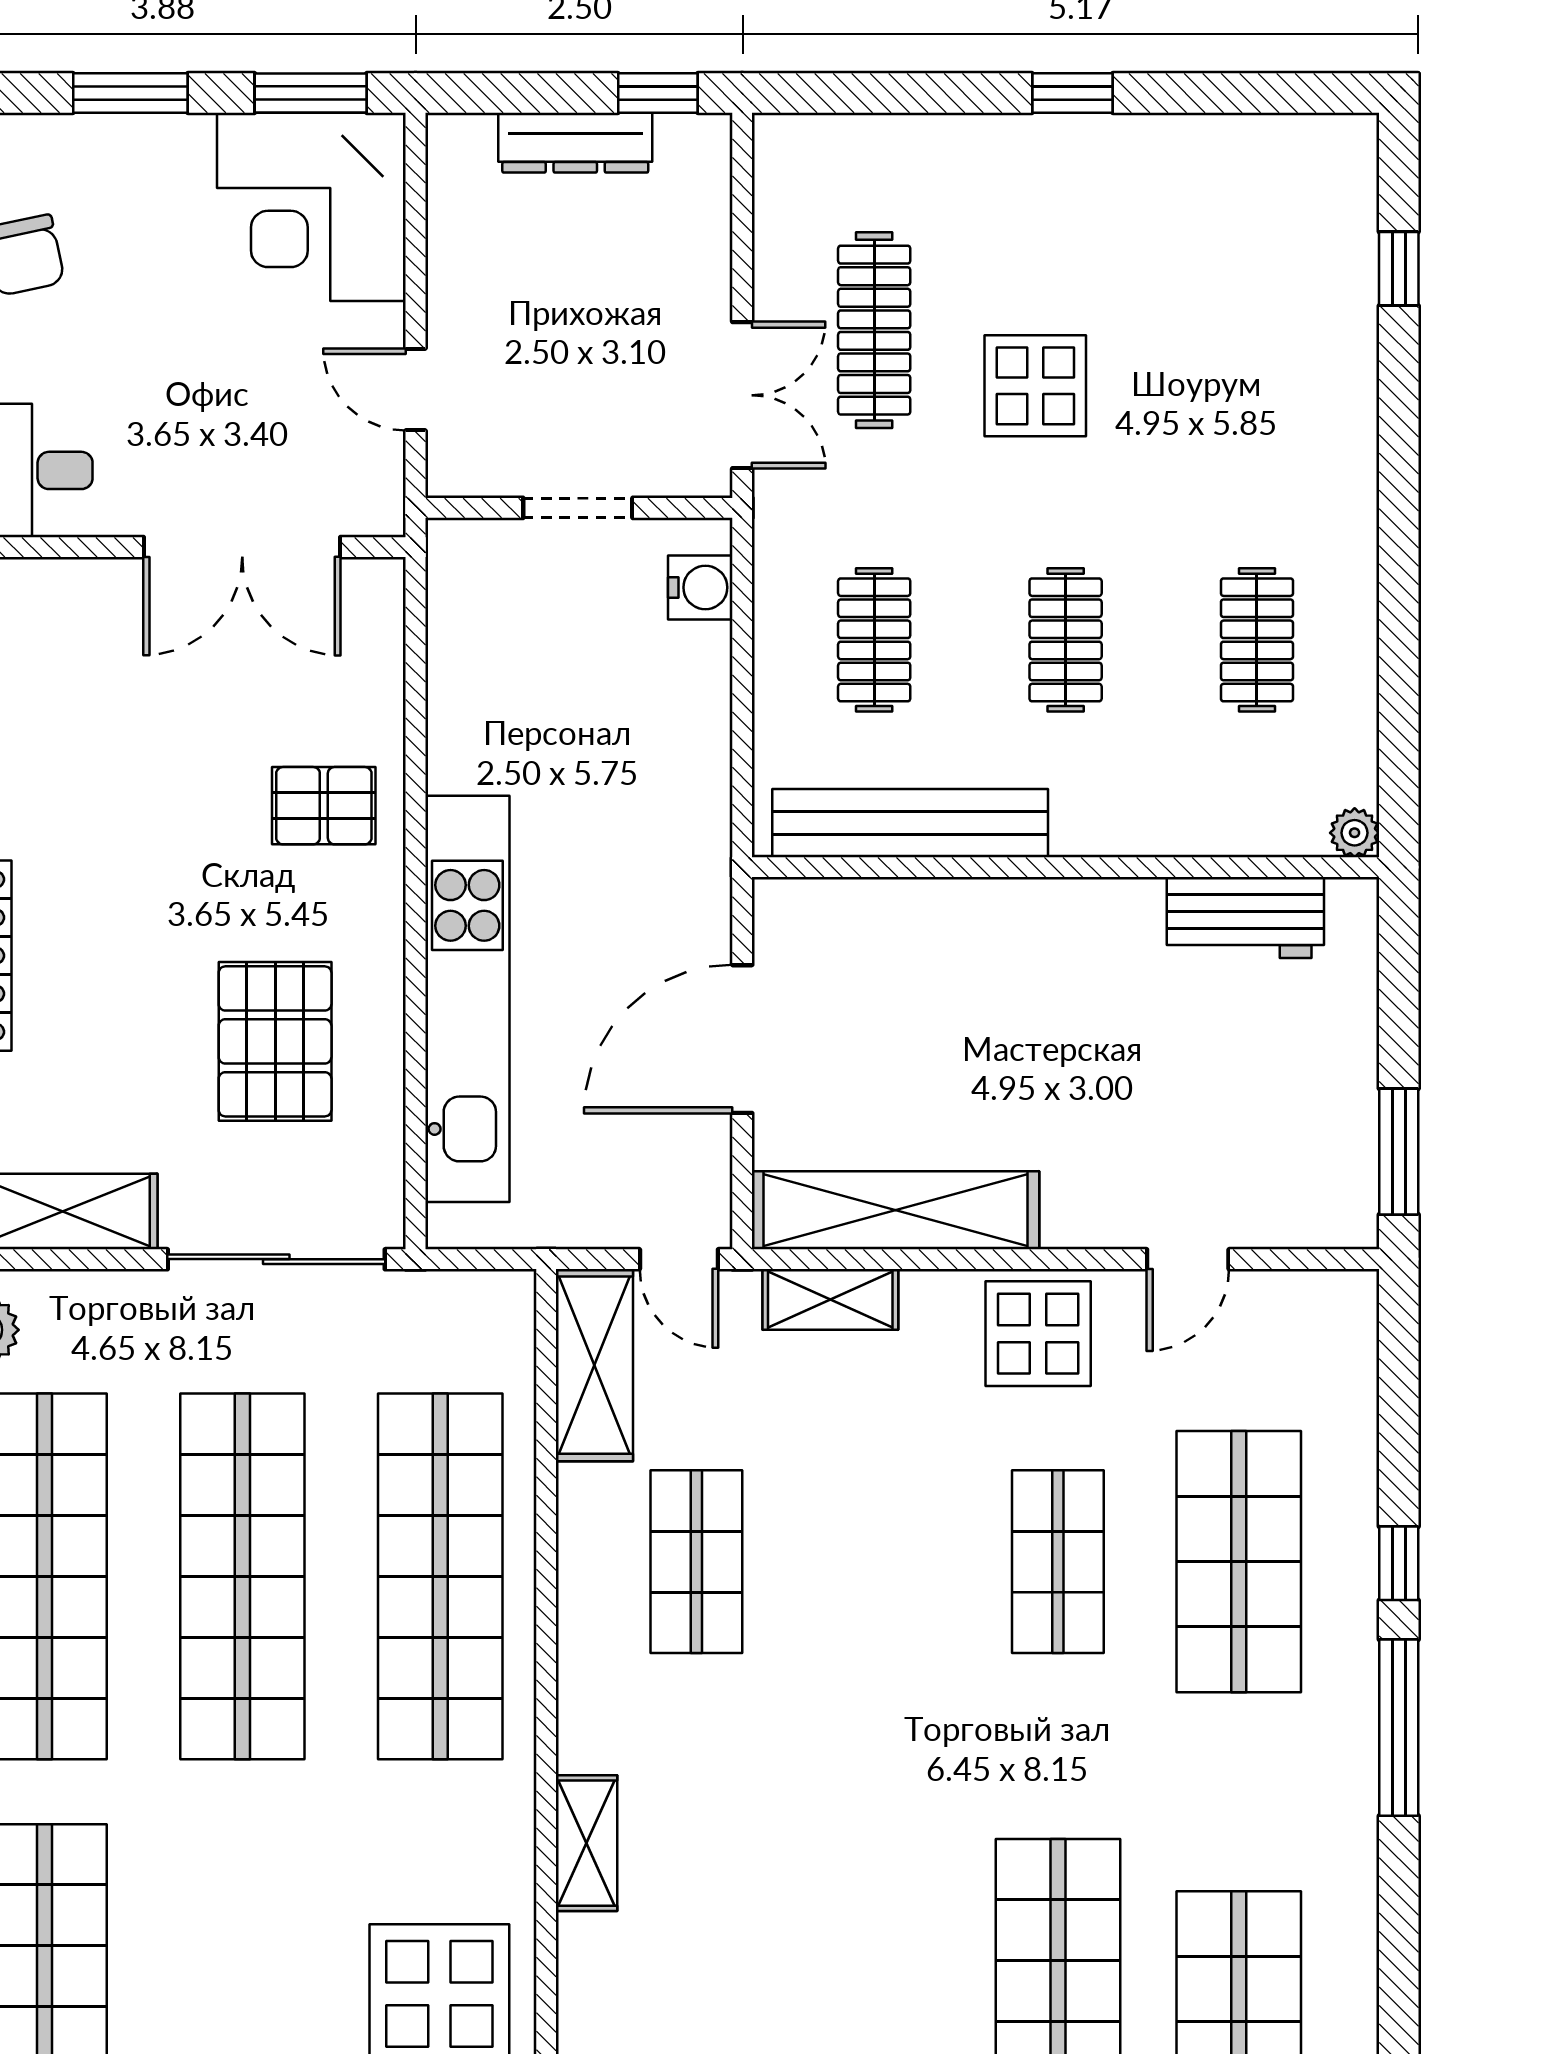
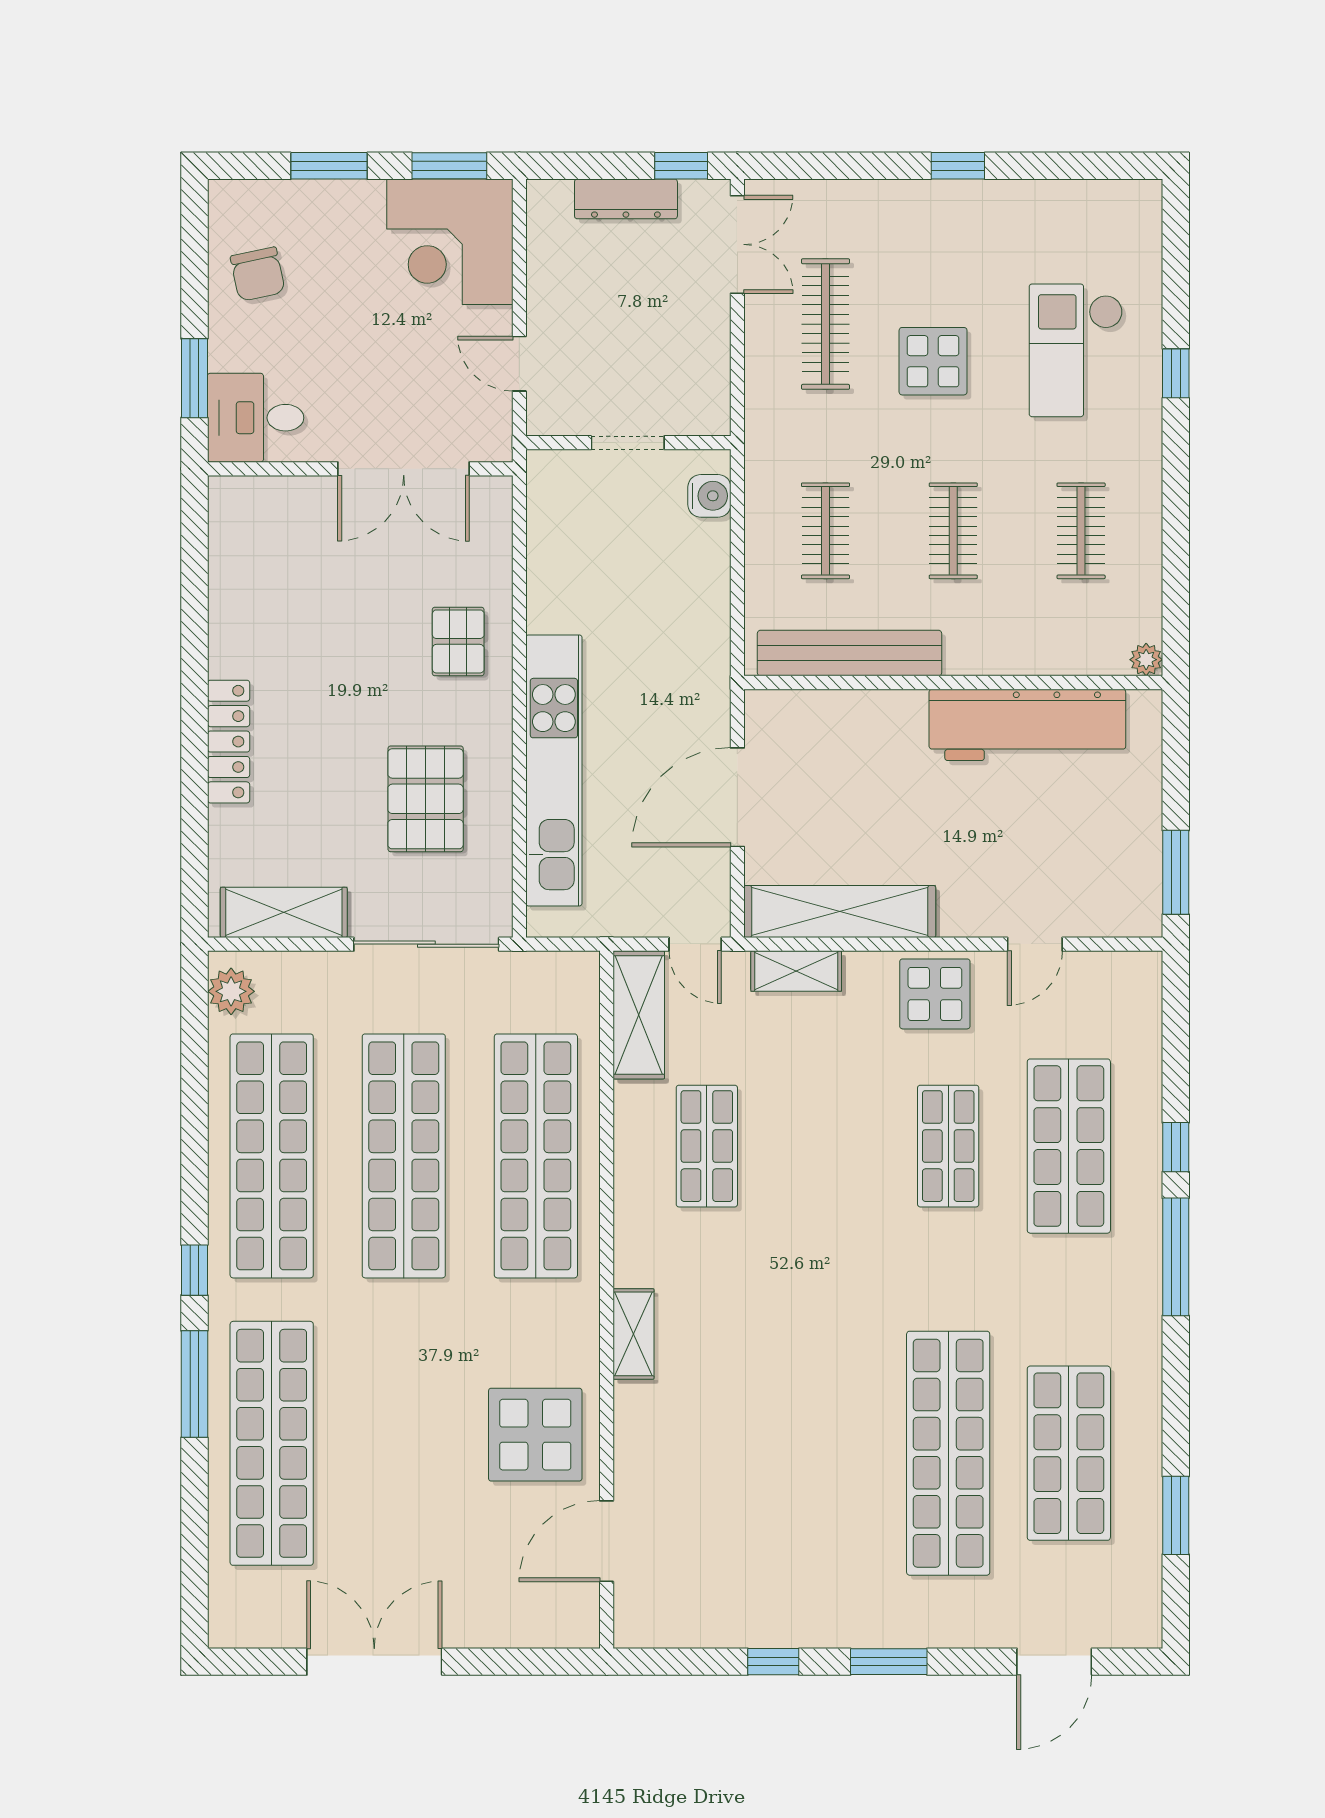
window: (1399, 269) -> (1176, 373), moved
checkout: (1249, 370) -> (1076, 350), added
double door: (742, 395) -> (737, 244), moved
pallet: (324, 806) -> (458, 641), turned 90
workbench: (1245, 918) -> (1027, 725), width x1.88, depth x1.32

